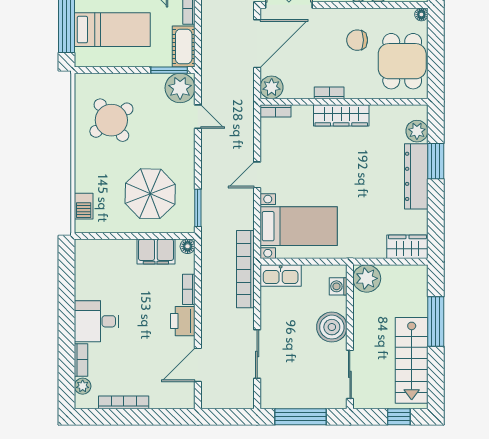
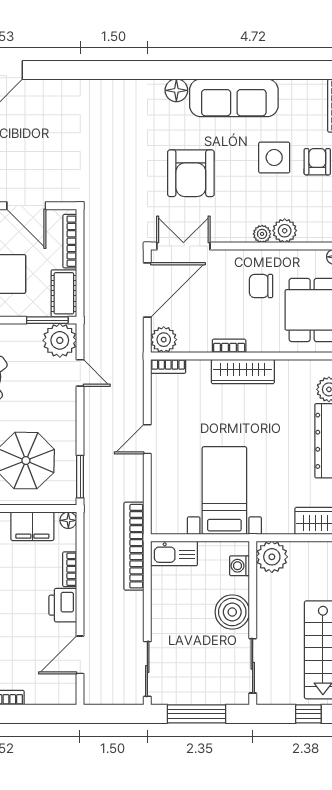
bed with nightstands: (299, 226) -> (224, 491), moved, turned -90
sliding door: (257, 354) -> (147, 669), moved

